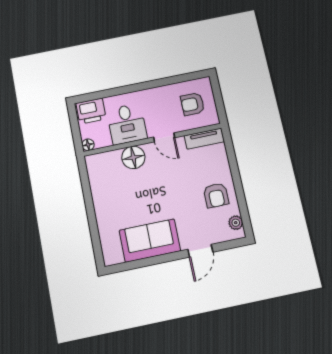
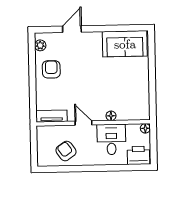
armchair: (193, 104) -> (66, 151), moved, turned -125
floor lamp: (133, 157) -> (111, 116), width x0.53, depth x0.53
sofa: (150, 241) -> (125, 44), moved

